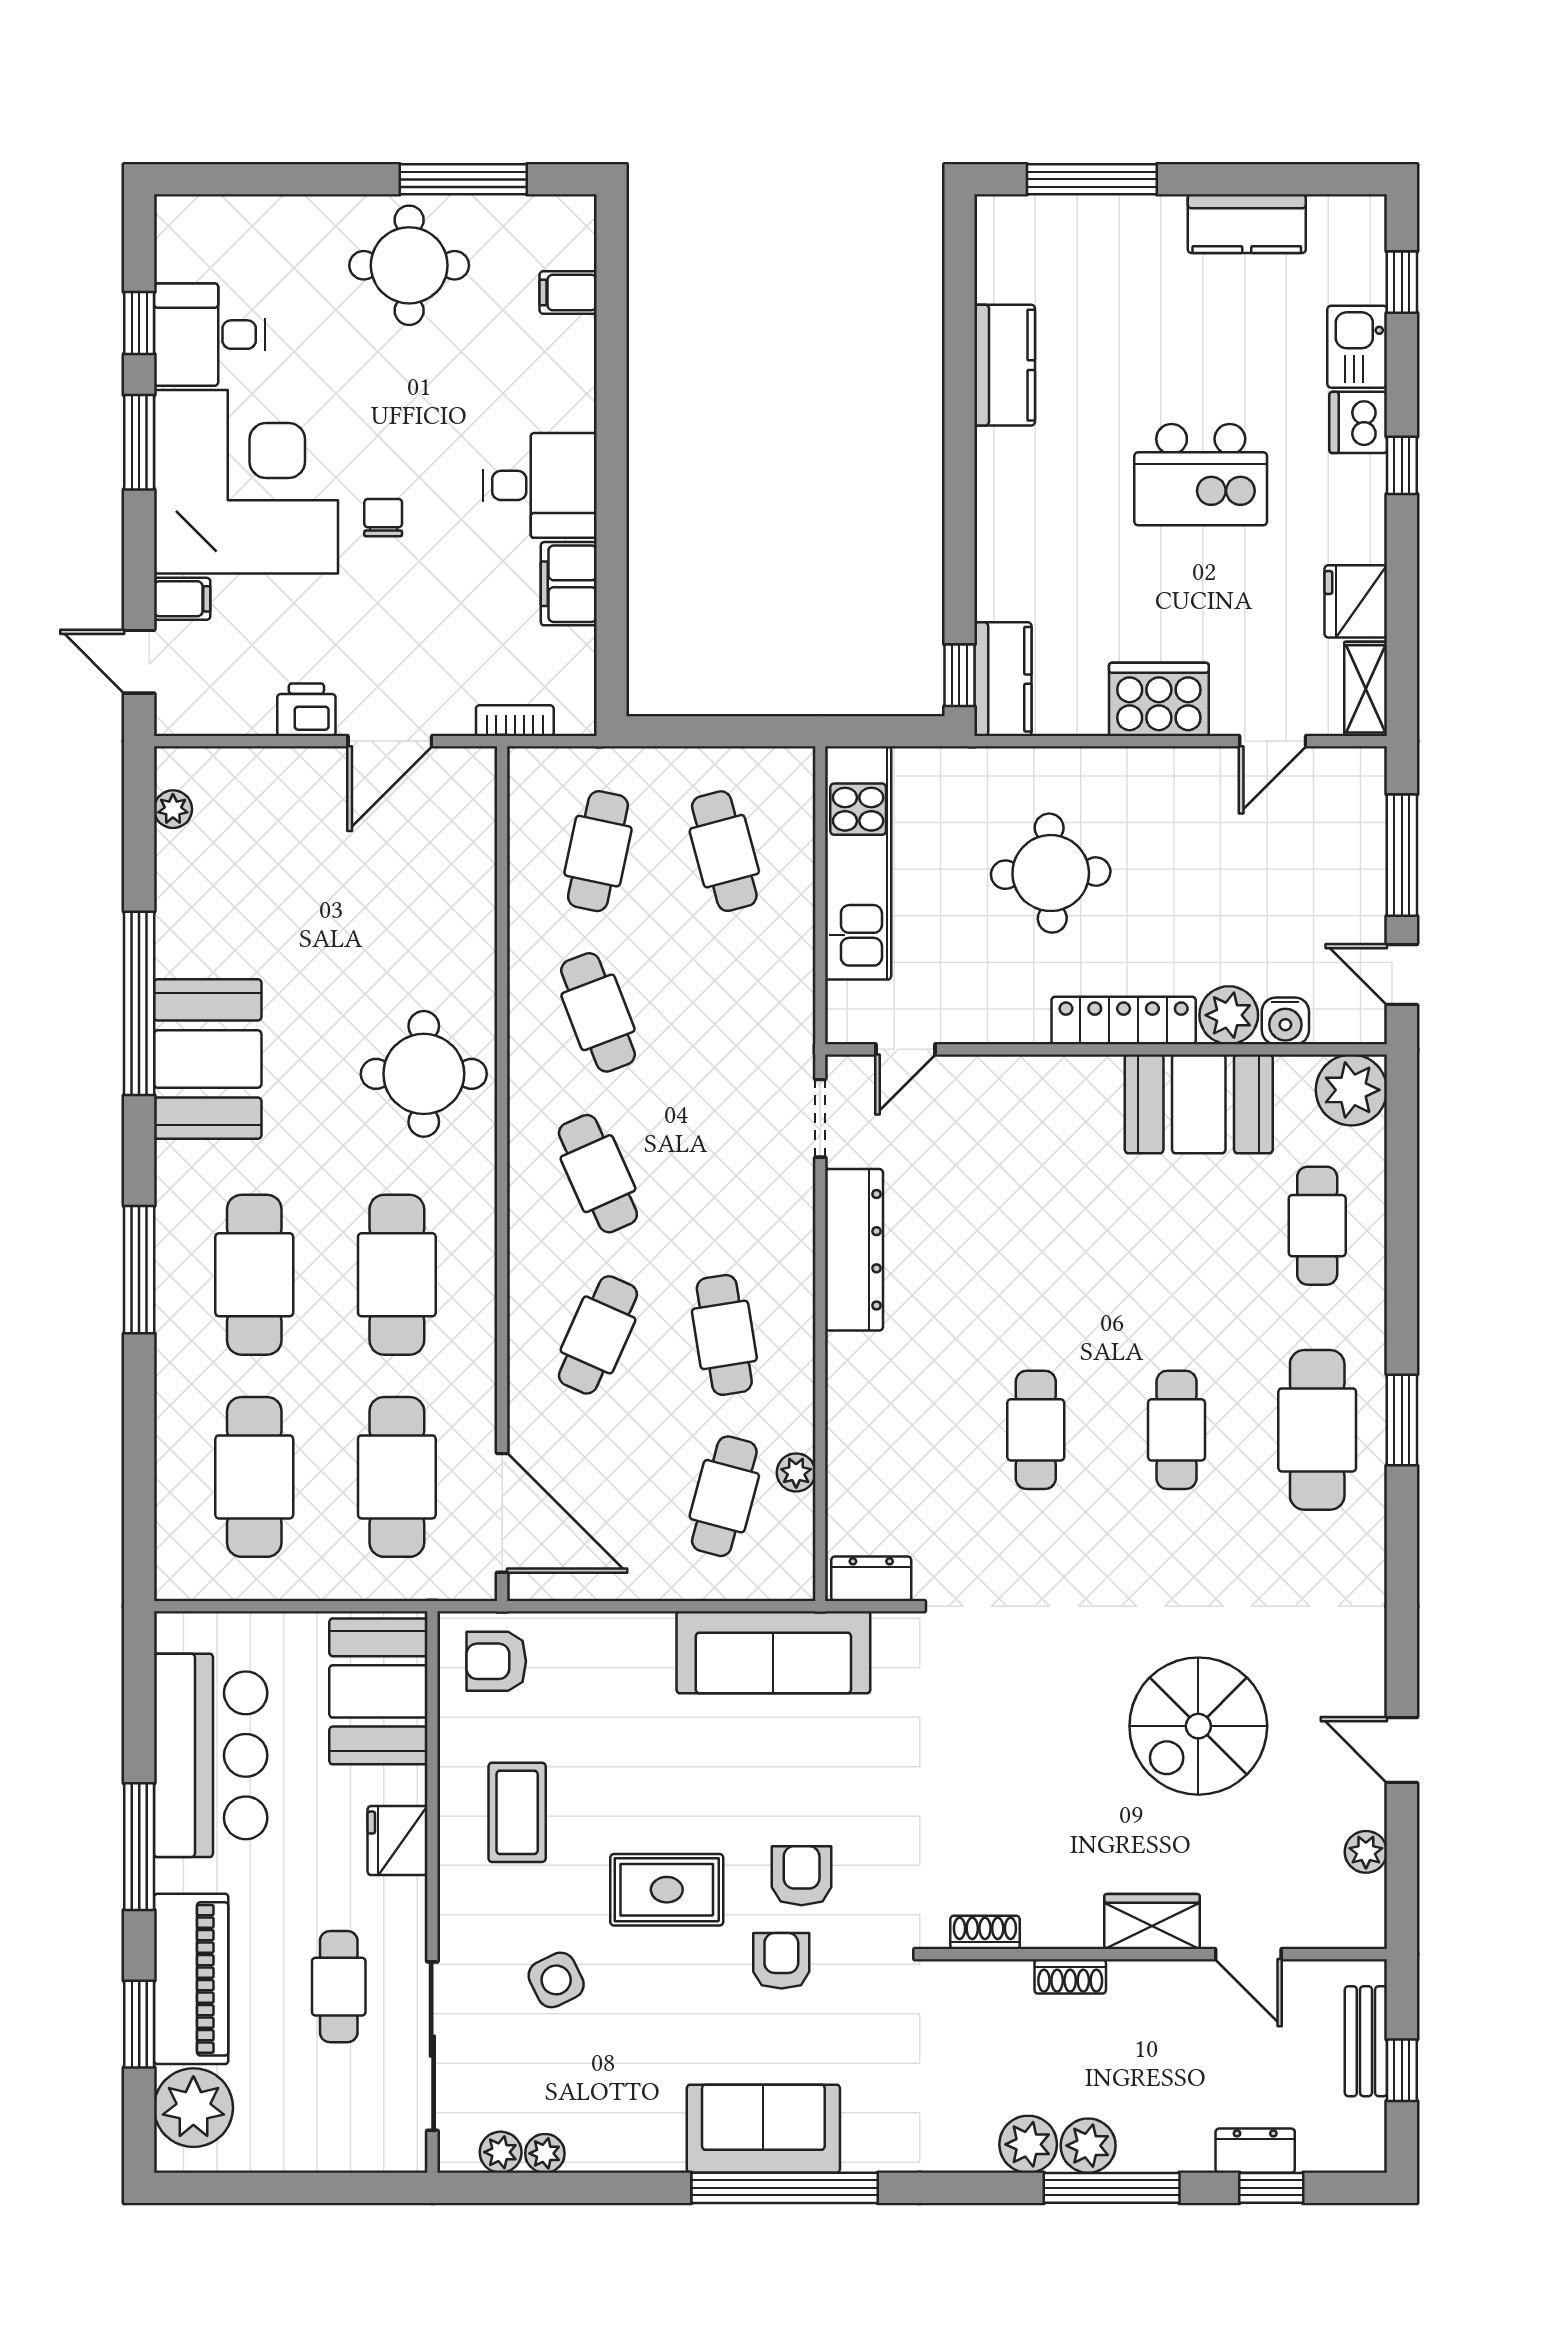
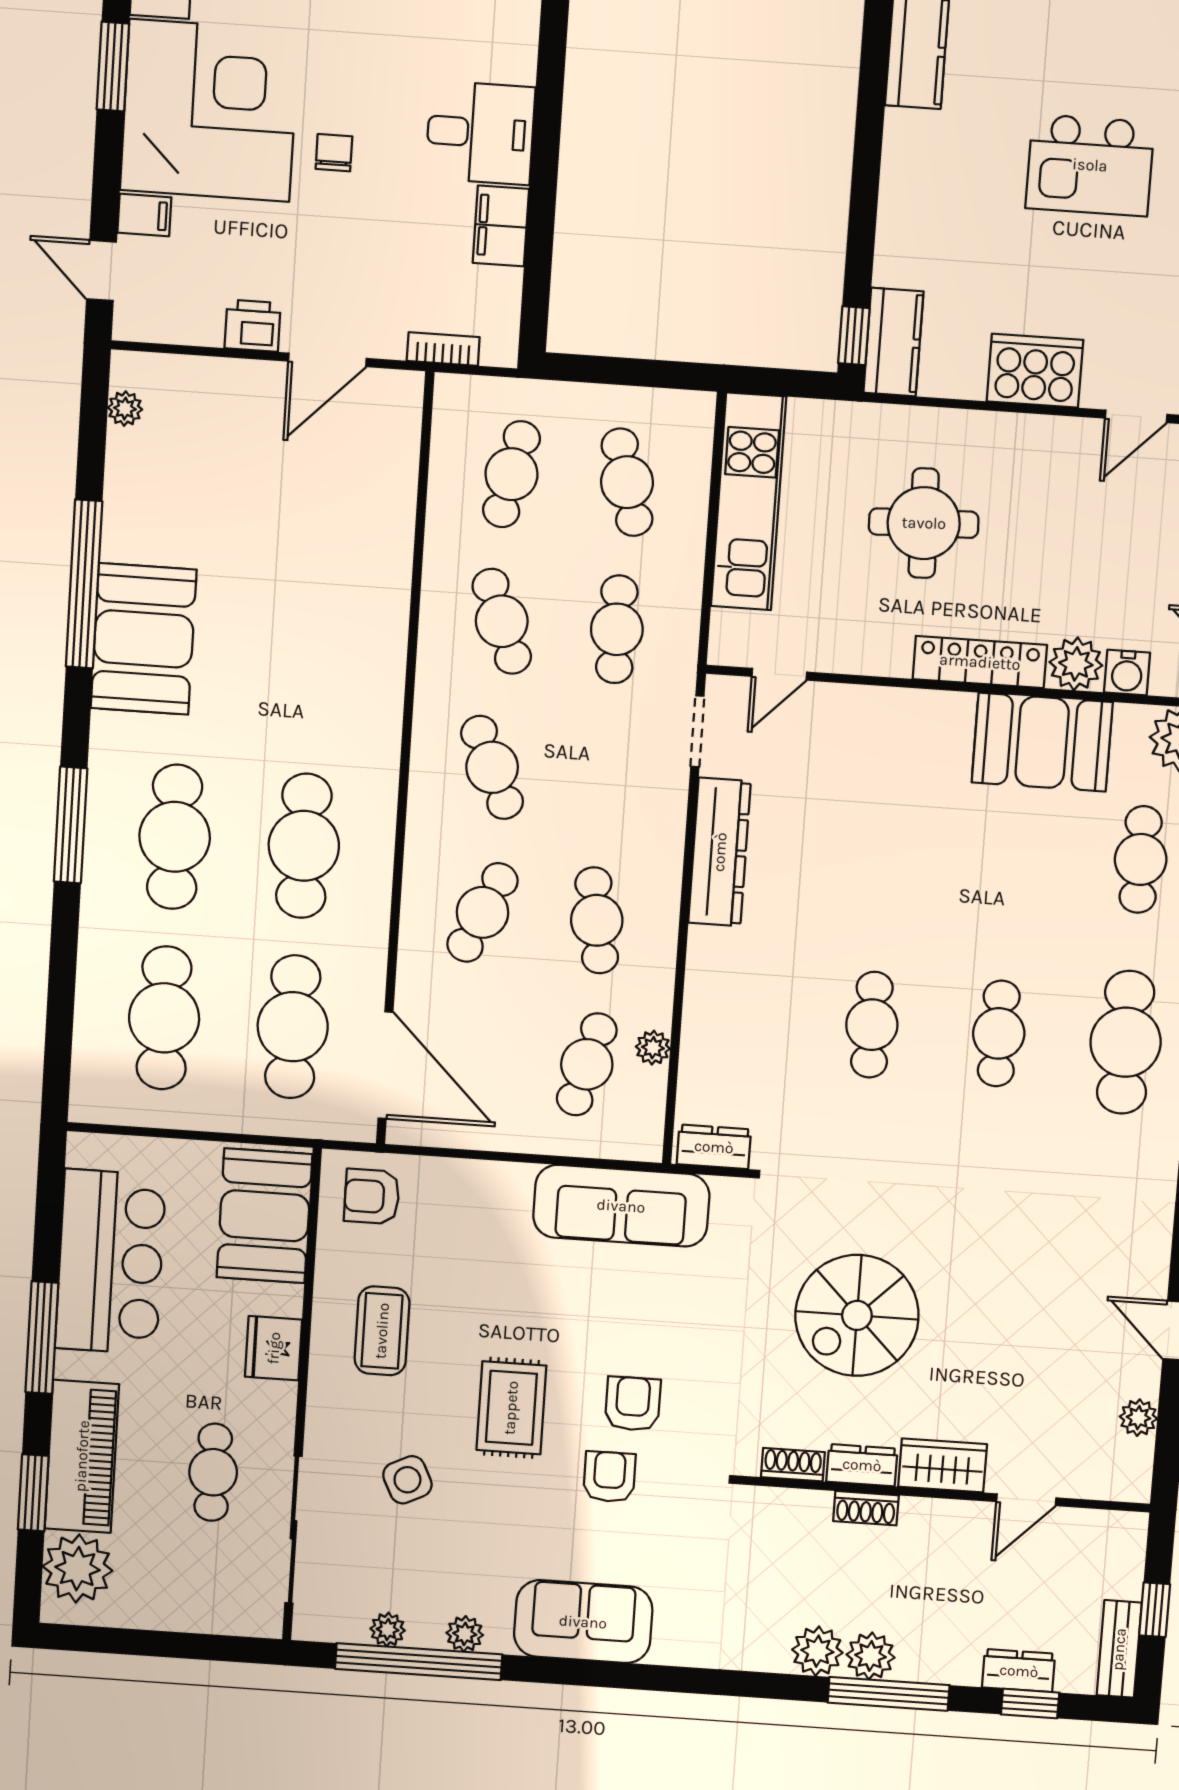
cafe table: (724, 1012) -> (617, 629), added
round table: (424, 1074) -> (340, 666), removed
spiral stairs: (1198, 1726) -> (857, 1315), moved
rug: (667, 1890) -> (511, 1408), turned 90
dresser: (1062, 1928) -> (862, 1465), added
door: (1248, 1954) -> (1026, 1500), hinge flipped
bench: (1366, 2041) -> (1119, 1649), moved
plant: (501, 2152) -> (465, 1634), moved
window: (785, 2188) -> (419, 1662), moved

